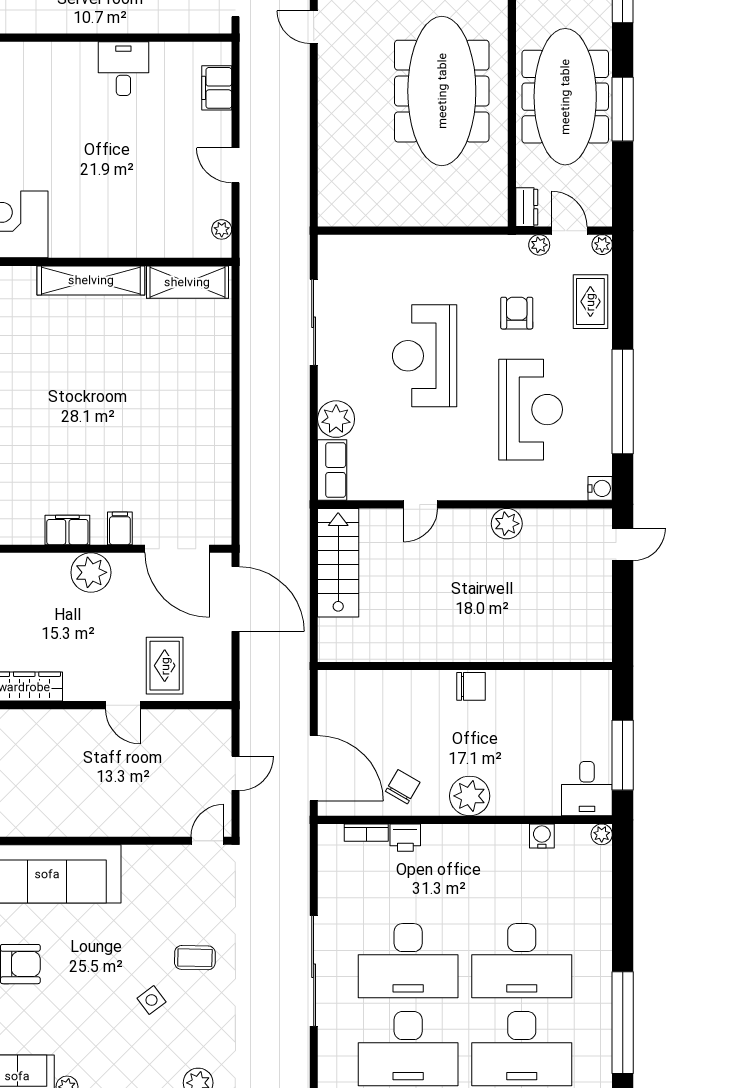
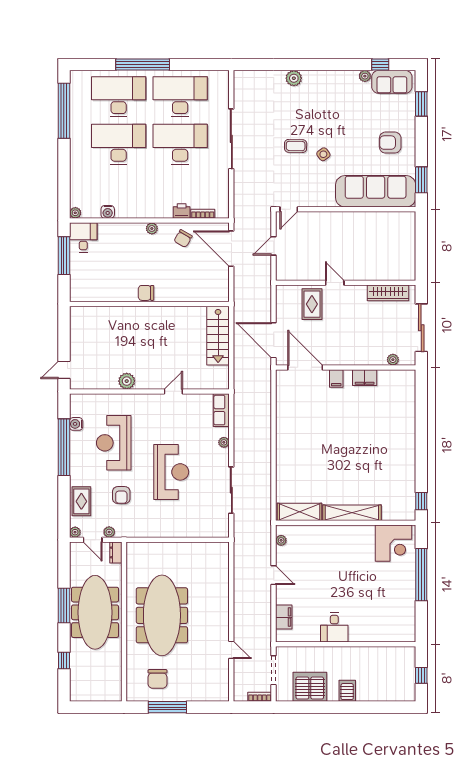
plant: (336, 419) -> (224, 442), width x0.53, depth x0.53
water cooler: (600, 488) -> (76, 424), moved
stairs: (338, 563) -> (218, 336), moved
plant: (91, 572) -> (393, 360), moved, width x0.53, depth x0.53
plant: (470, 796) -> (152, 228), width x0.53, depth x0.53
side table: (152, 1000) -> (323, 154), moved

